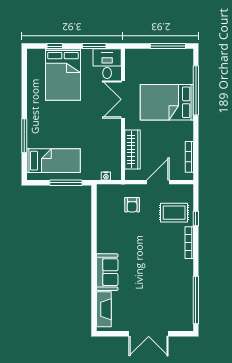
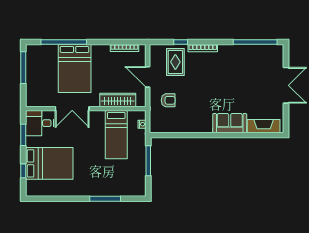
bed: (53, 161) -> (116, 135), moved, turned 180

